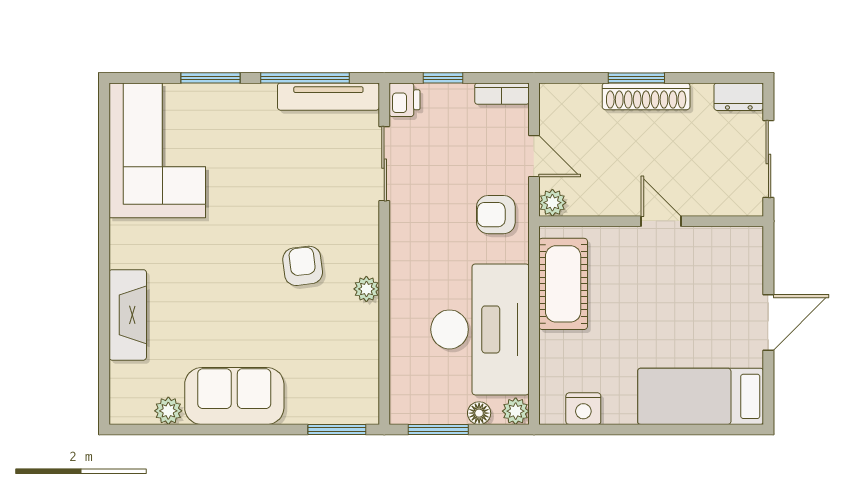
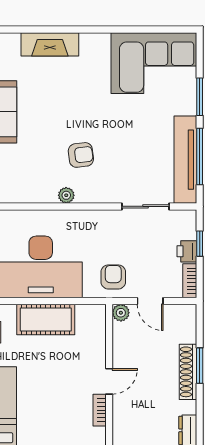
tv unit: (328, 97) -> (185, 160), width x1.36, depth x1.29
printer: (404, 100) -> (187, 251), moved, turned 90
door: (534, 156) -> (150, 301), hinge flipped
bookcase: (707, 236) -> (100, 410), added
cot: (563, 284) -> (46, 319), moved

